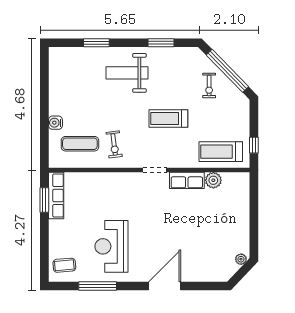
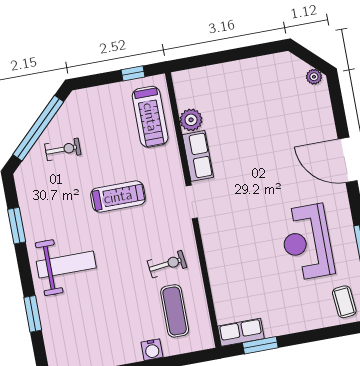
weight bench: (127, 73) -> (66, 265), turned -90
treadmill: (168, 118) -> (118, 197), turned -90
row of seats: (56, 196) -> (241, 332), width x0.68
reception desk: (111, 246) -> (307, 242), turned 90
plant: (241, 259) -> (314, 77), moved

